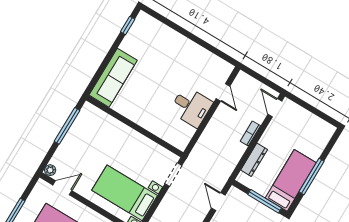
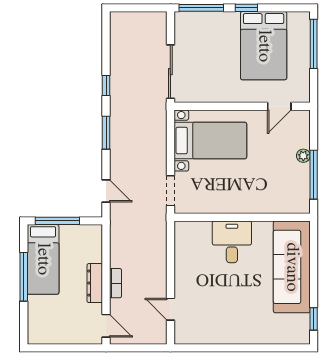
sofa: (113, 78) -> (292, 267), width x1.36, depth x1.27
desk: (191, 107) -> (232, 242), moved, turned 90
dresser: (254, 160) -> (95, 283), moved
plant: (50, 170) -> (303, 156), moved

